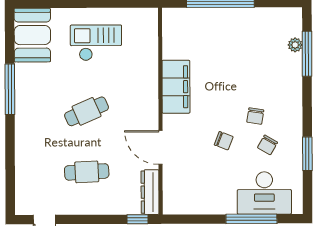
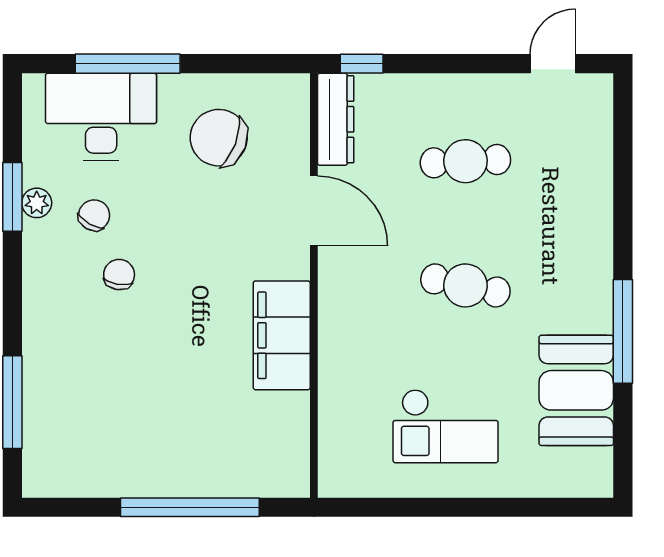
booth: (32, 35) -> (576, 390), moved
plant: (295, 45) -> (37, 203), moved
cafe table: (87, 111) -> (465, 285), turned 36
chair: (224, 141) -> (219, 138), moved, width x1.87, depth x1.87

